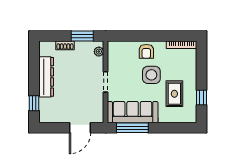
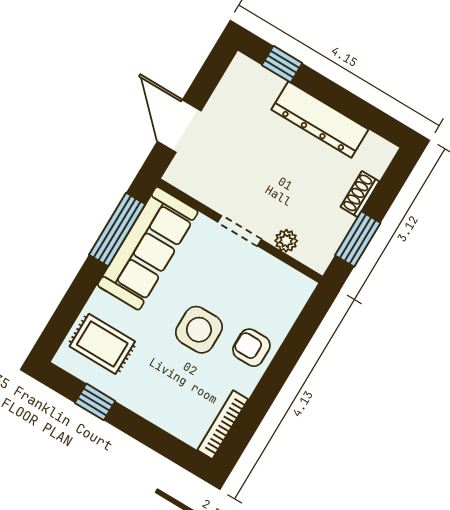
plant: (99, 52) -> (286, 241), moved
rug: (174, 94) -> (102, 344), moved

